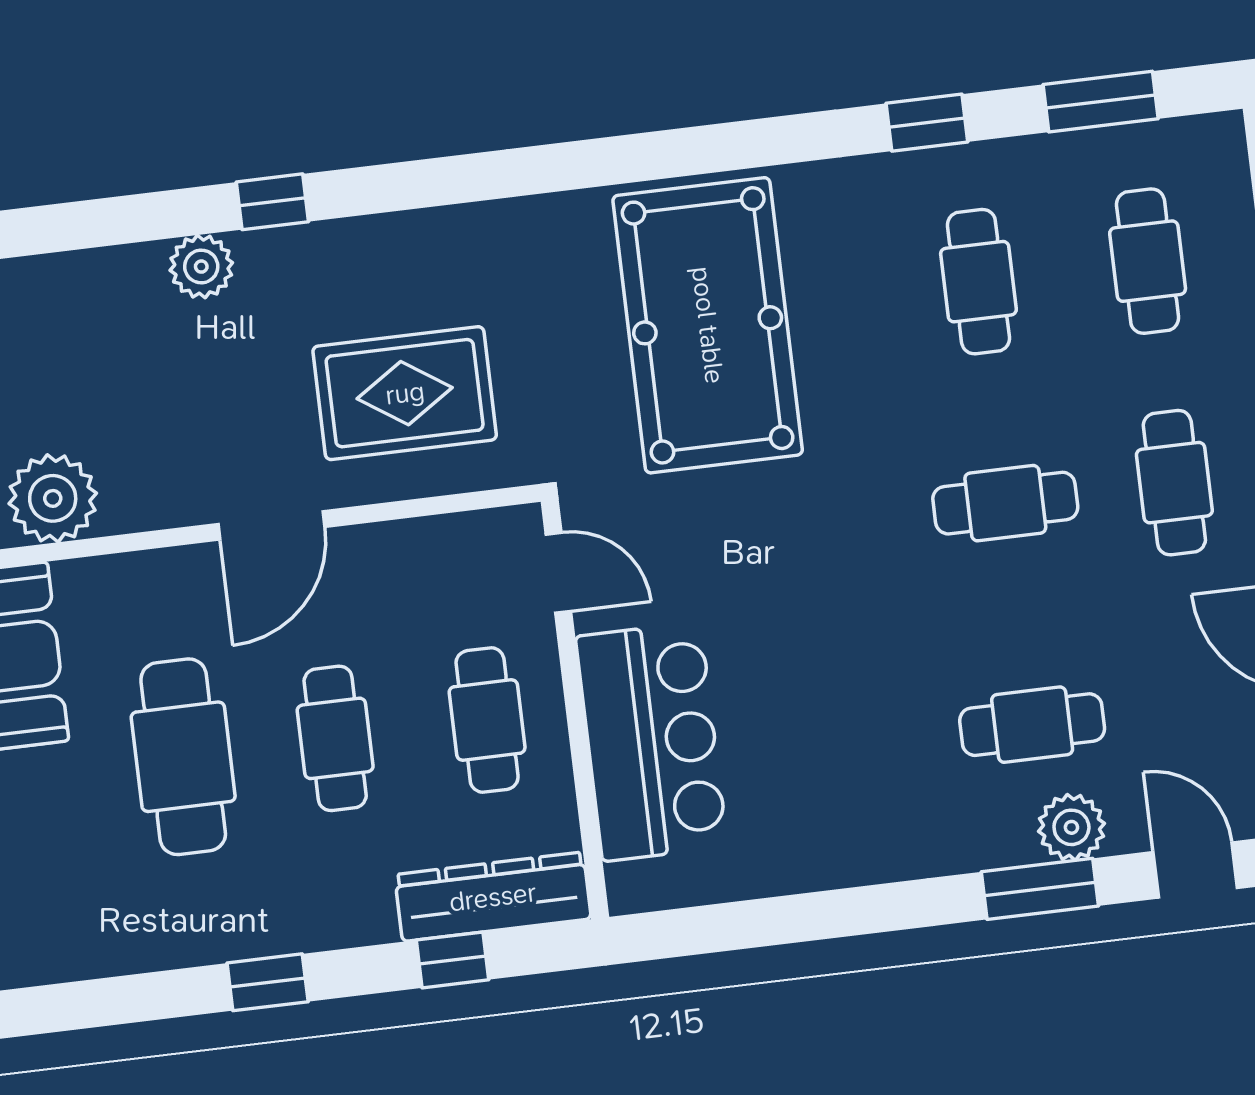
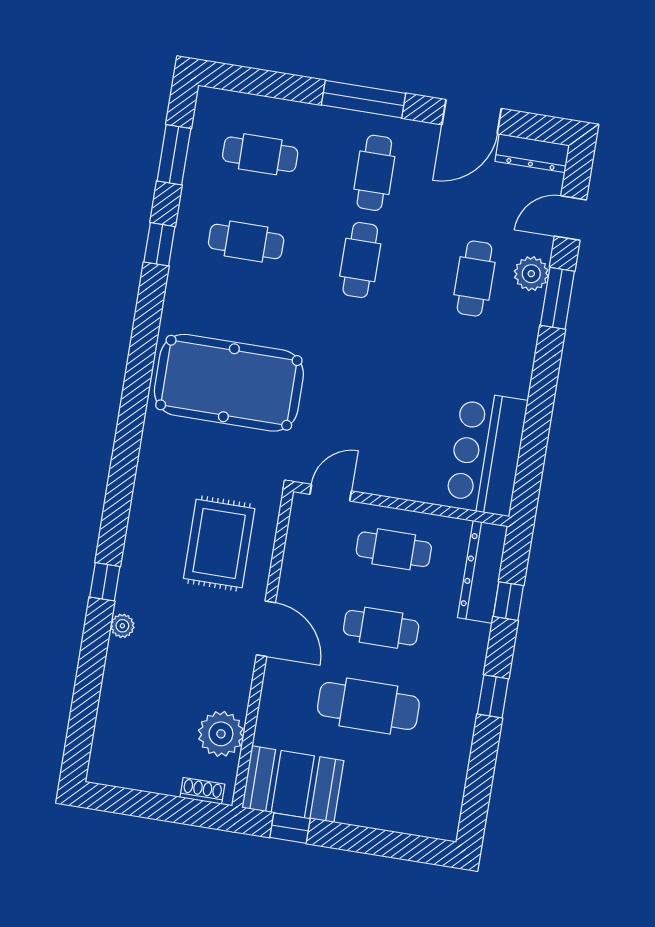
plant: (201, 267) -> (122, 626), width x0.73, depth x0.73
cafe table: (1174, 483) -> (374, 173), turned 90
bar counter: (652, 742) -> (486, 453), moved, turned -90

